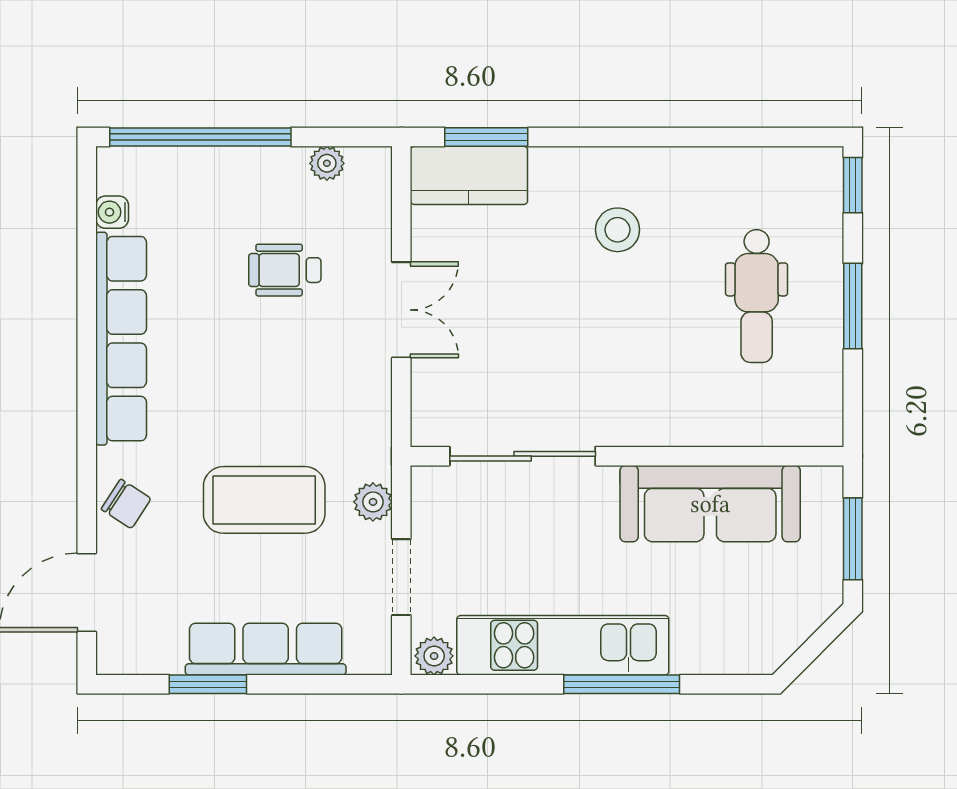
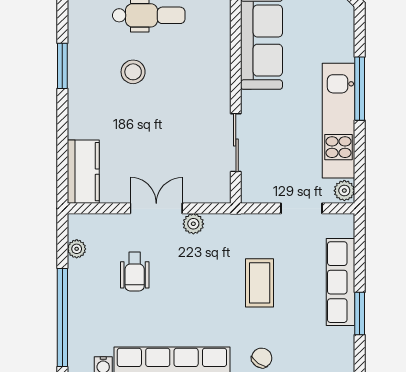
window: (486, 137) -> (62, 66), moved
stool: (618, 230) -> (133, 72), moved
sliding door: (523, 456) -> (236, 143), width x0.73
coffee table: (264, 500) -> (260, 283), width x0.73, depth x0.76
plant: (373, 502) -> (193, 224), moved

